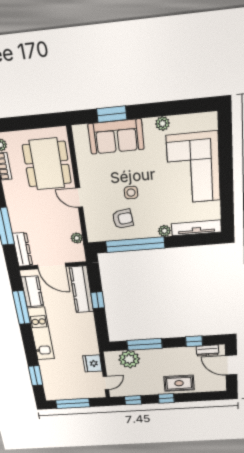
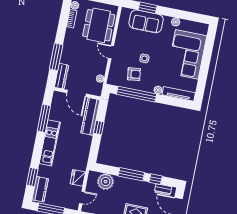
kitchen counter: (32, 291) -> (40, 189), moved
window: (145, 344) -> (131, 174), moved

